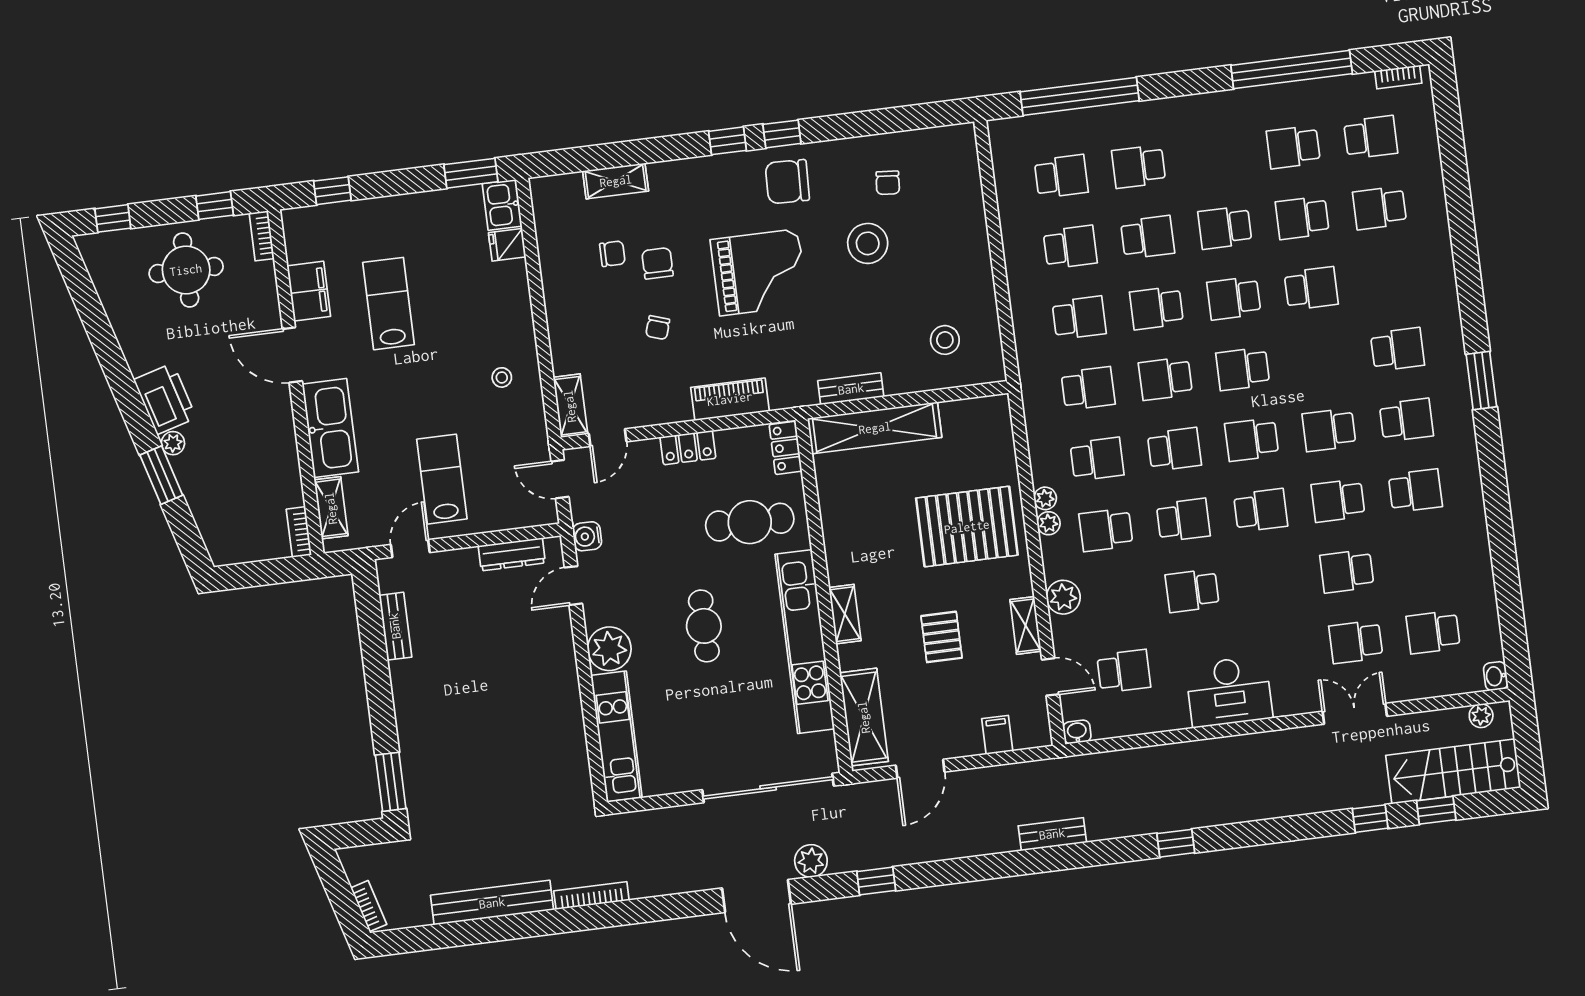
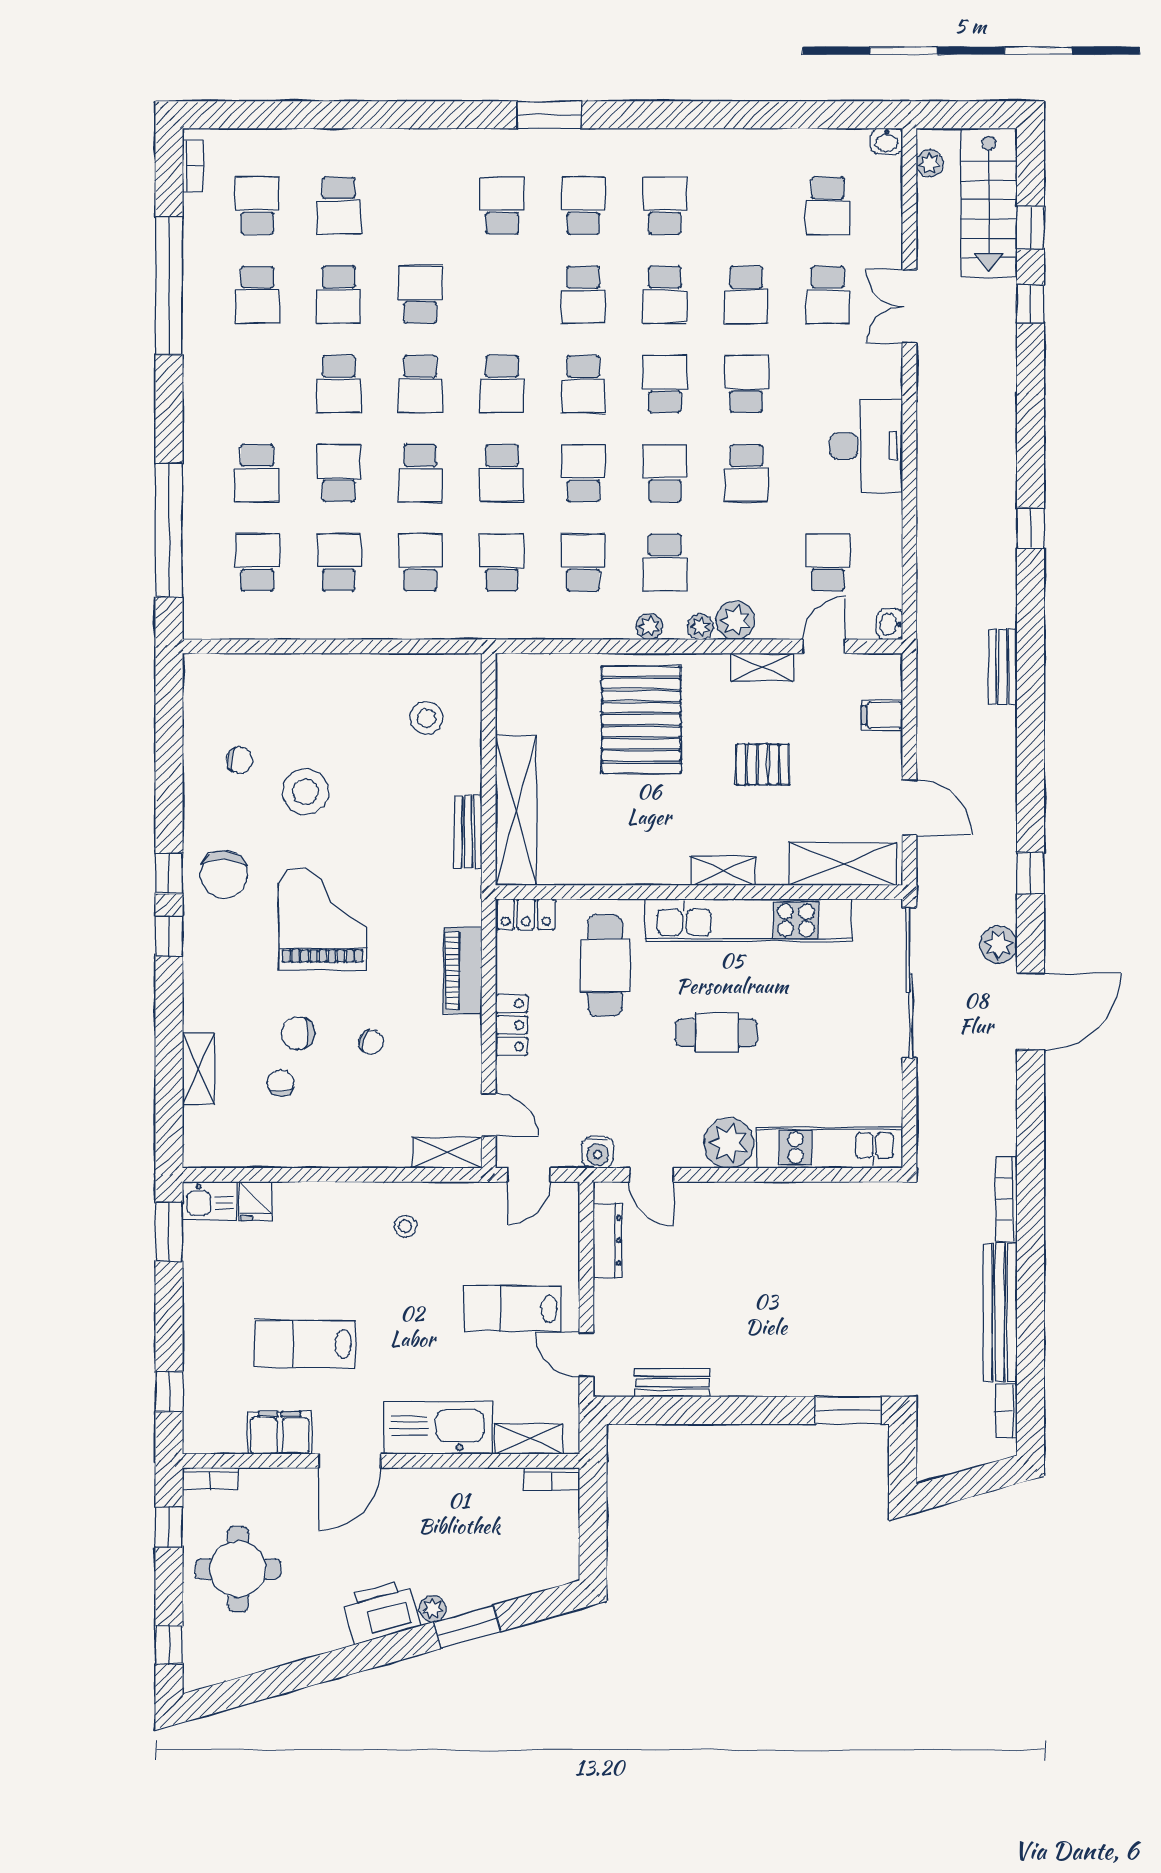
plant: (1045, 498) -> (700, 627), moved
school desk: (1270, 581) -> (746, 384), added
bookcase: (369, 906) -> (1006, 1411), moved, turned -74

